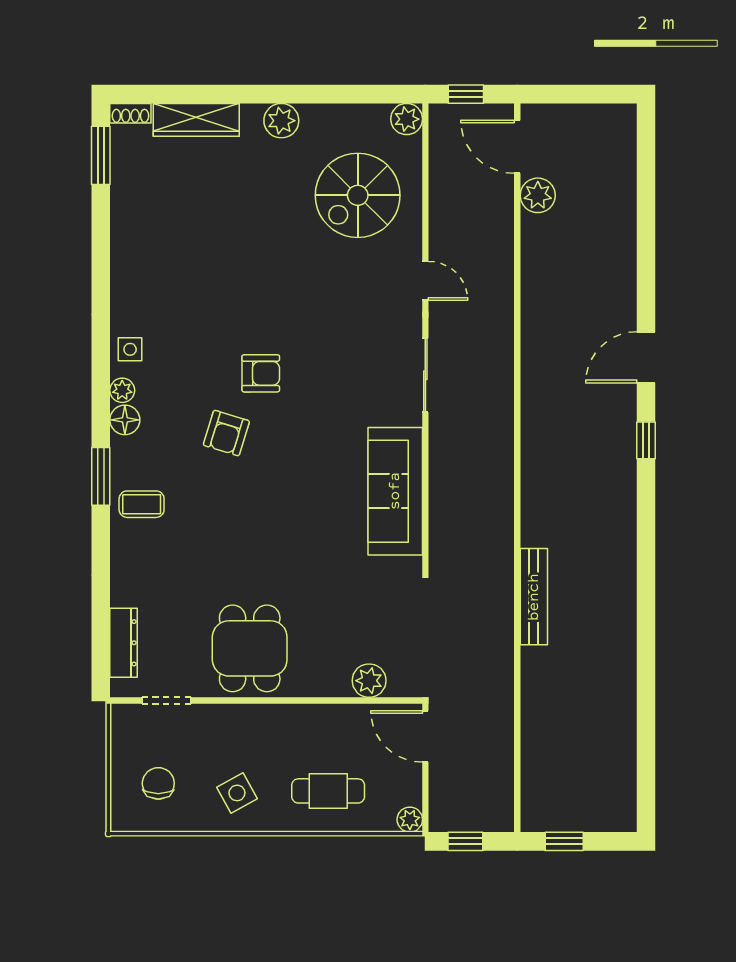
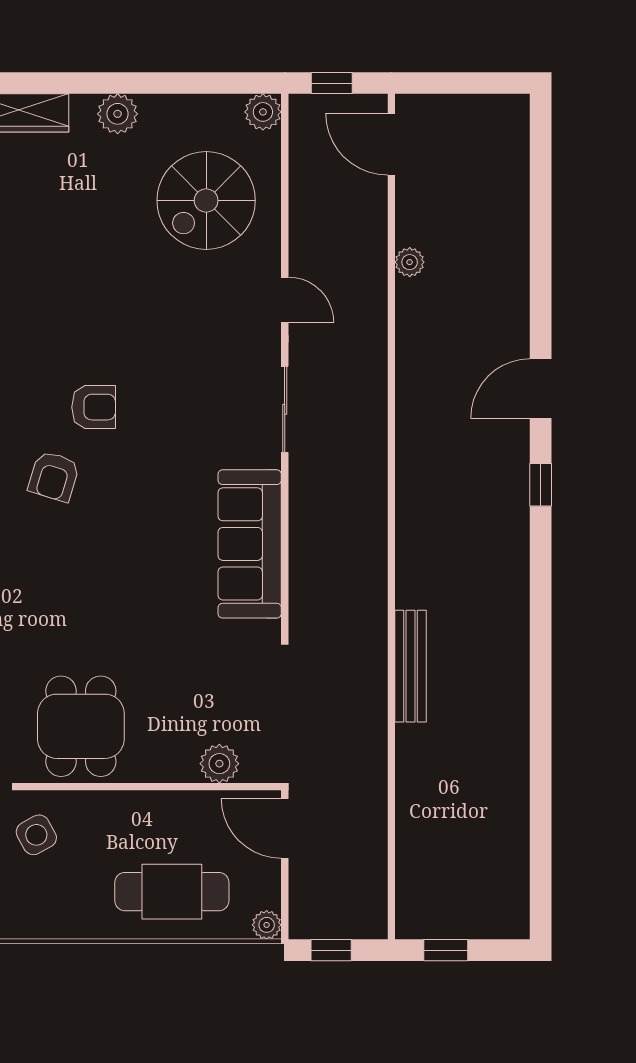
plant: (538, 195) -> (410, 262), moved, width x0.73, depth x0.73
cafe table: (328, 791) -> (172, 892), width x1.37, depth x1.35
side table: (237, 793) -> (36, 835), moved

